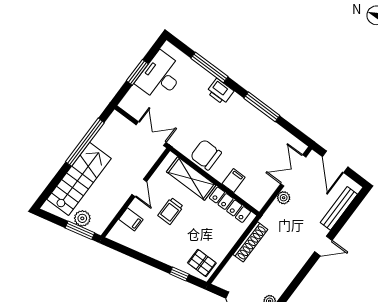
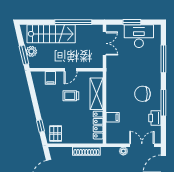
printer: (220, 92) -> (155, 118), moved
double door: (151, 134) -> (104, 43), moved
chair: (206, 155) -> (142, 94), moved, turned -90

